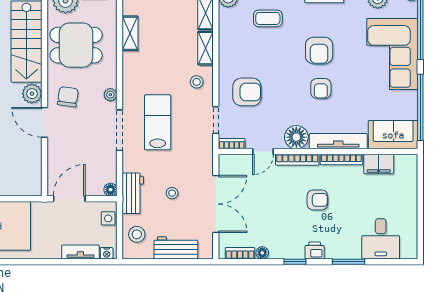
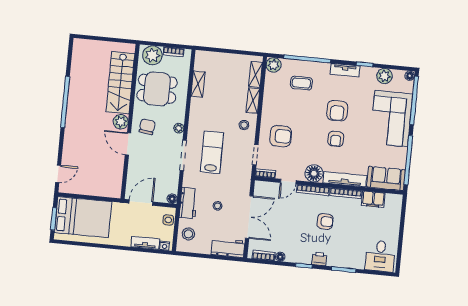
desk: (381, 239) -> (380, 256), moved
workbench: (176, 248) -> (228, 248), moved

